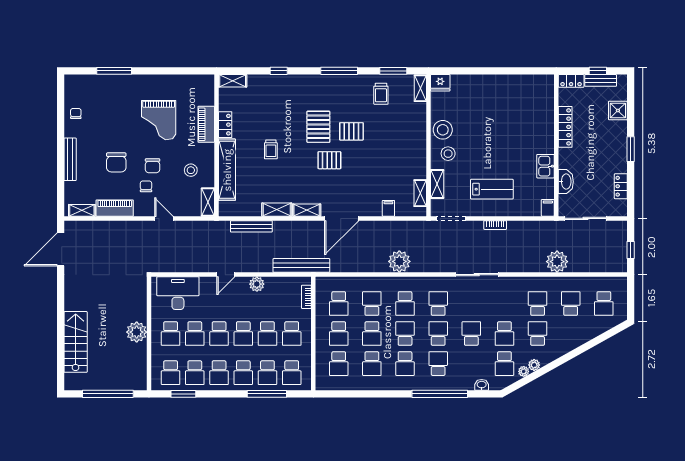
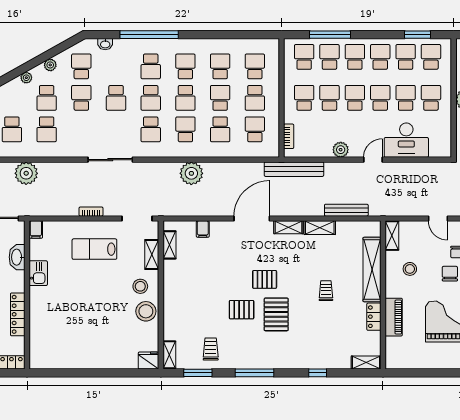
desk: (178, 293) -> (406, 140), moved
school desk: (339, 334) -> (255, 98), turned 180
plant: (524, 371) -> (26, 78), moved

